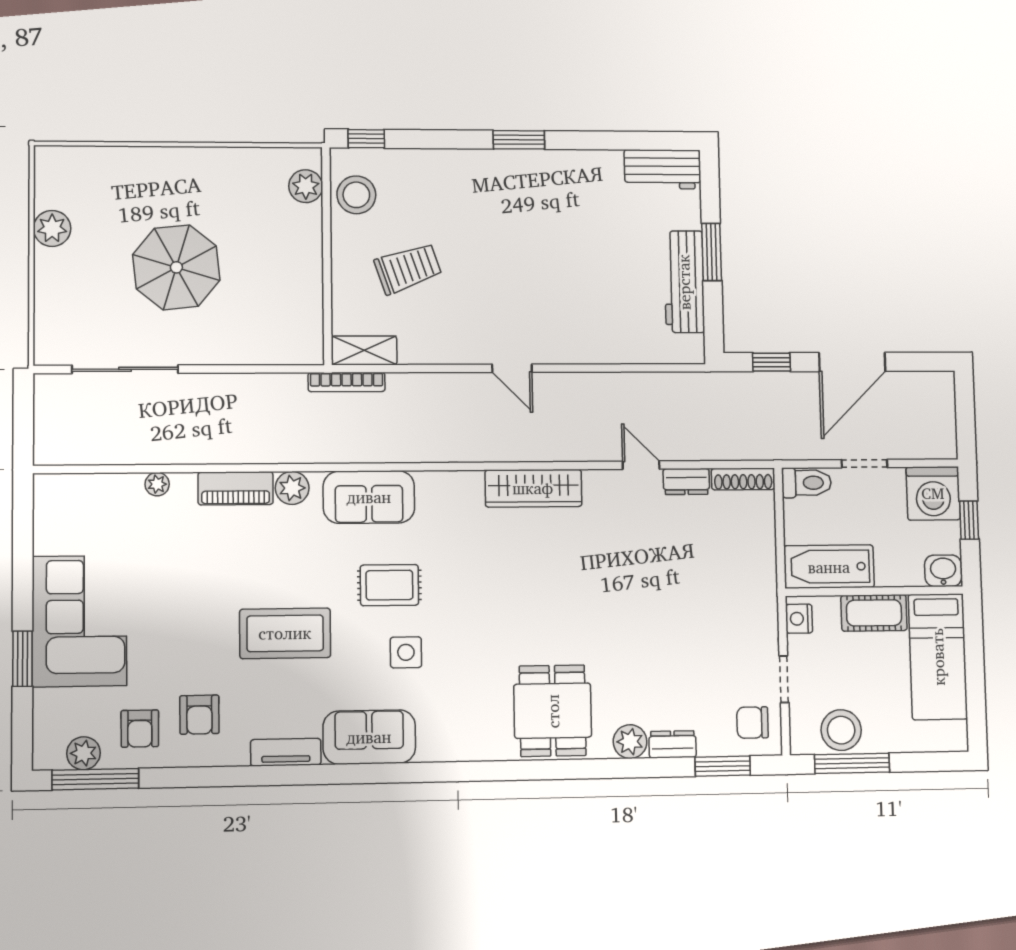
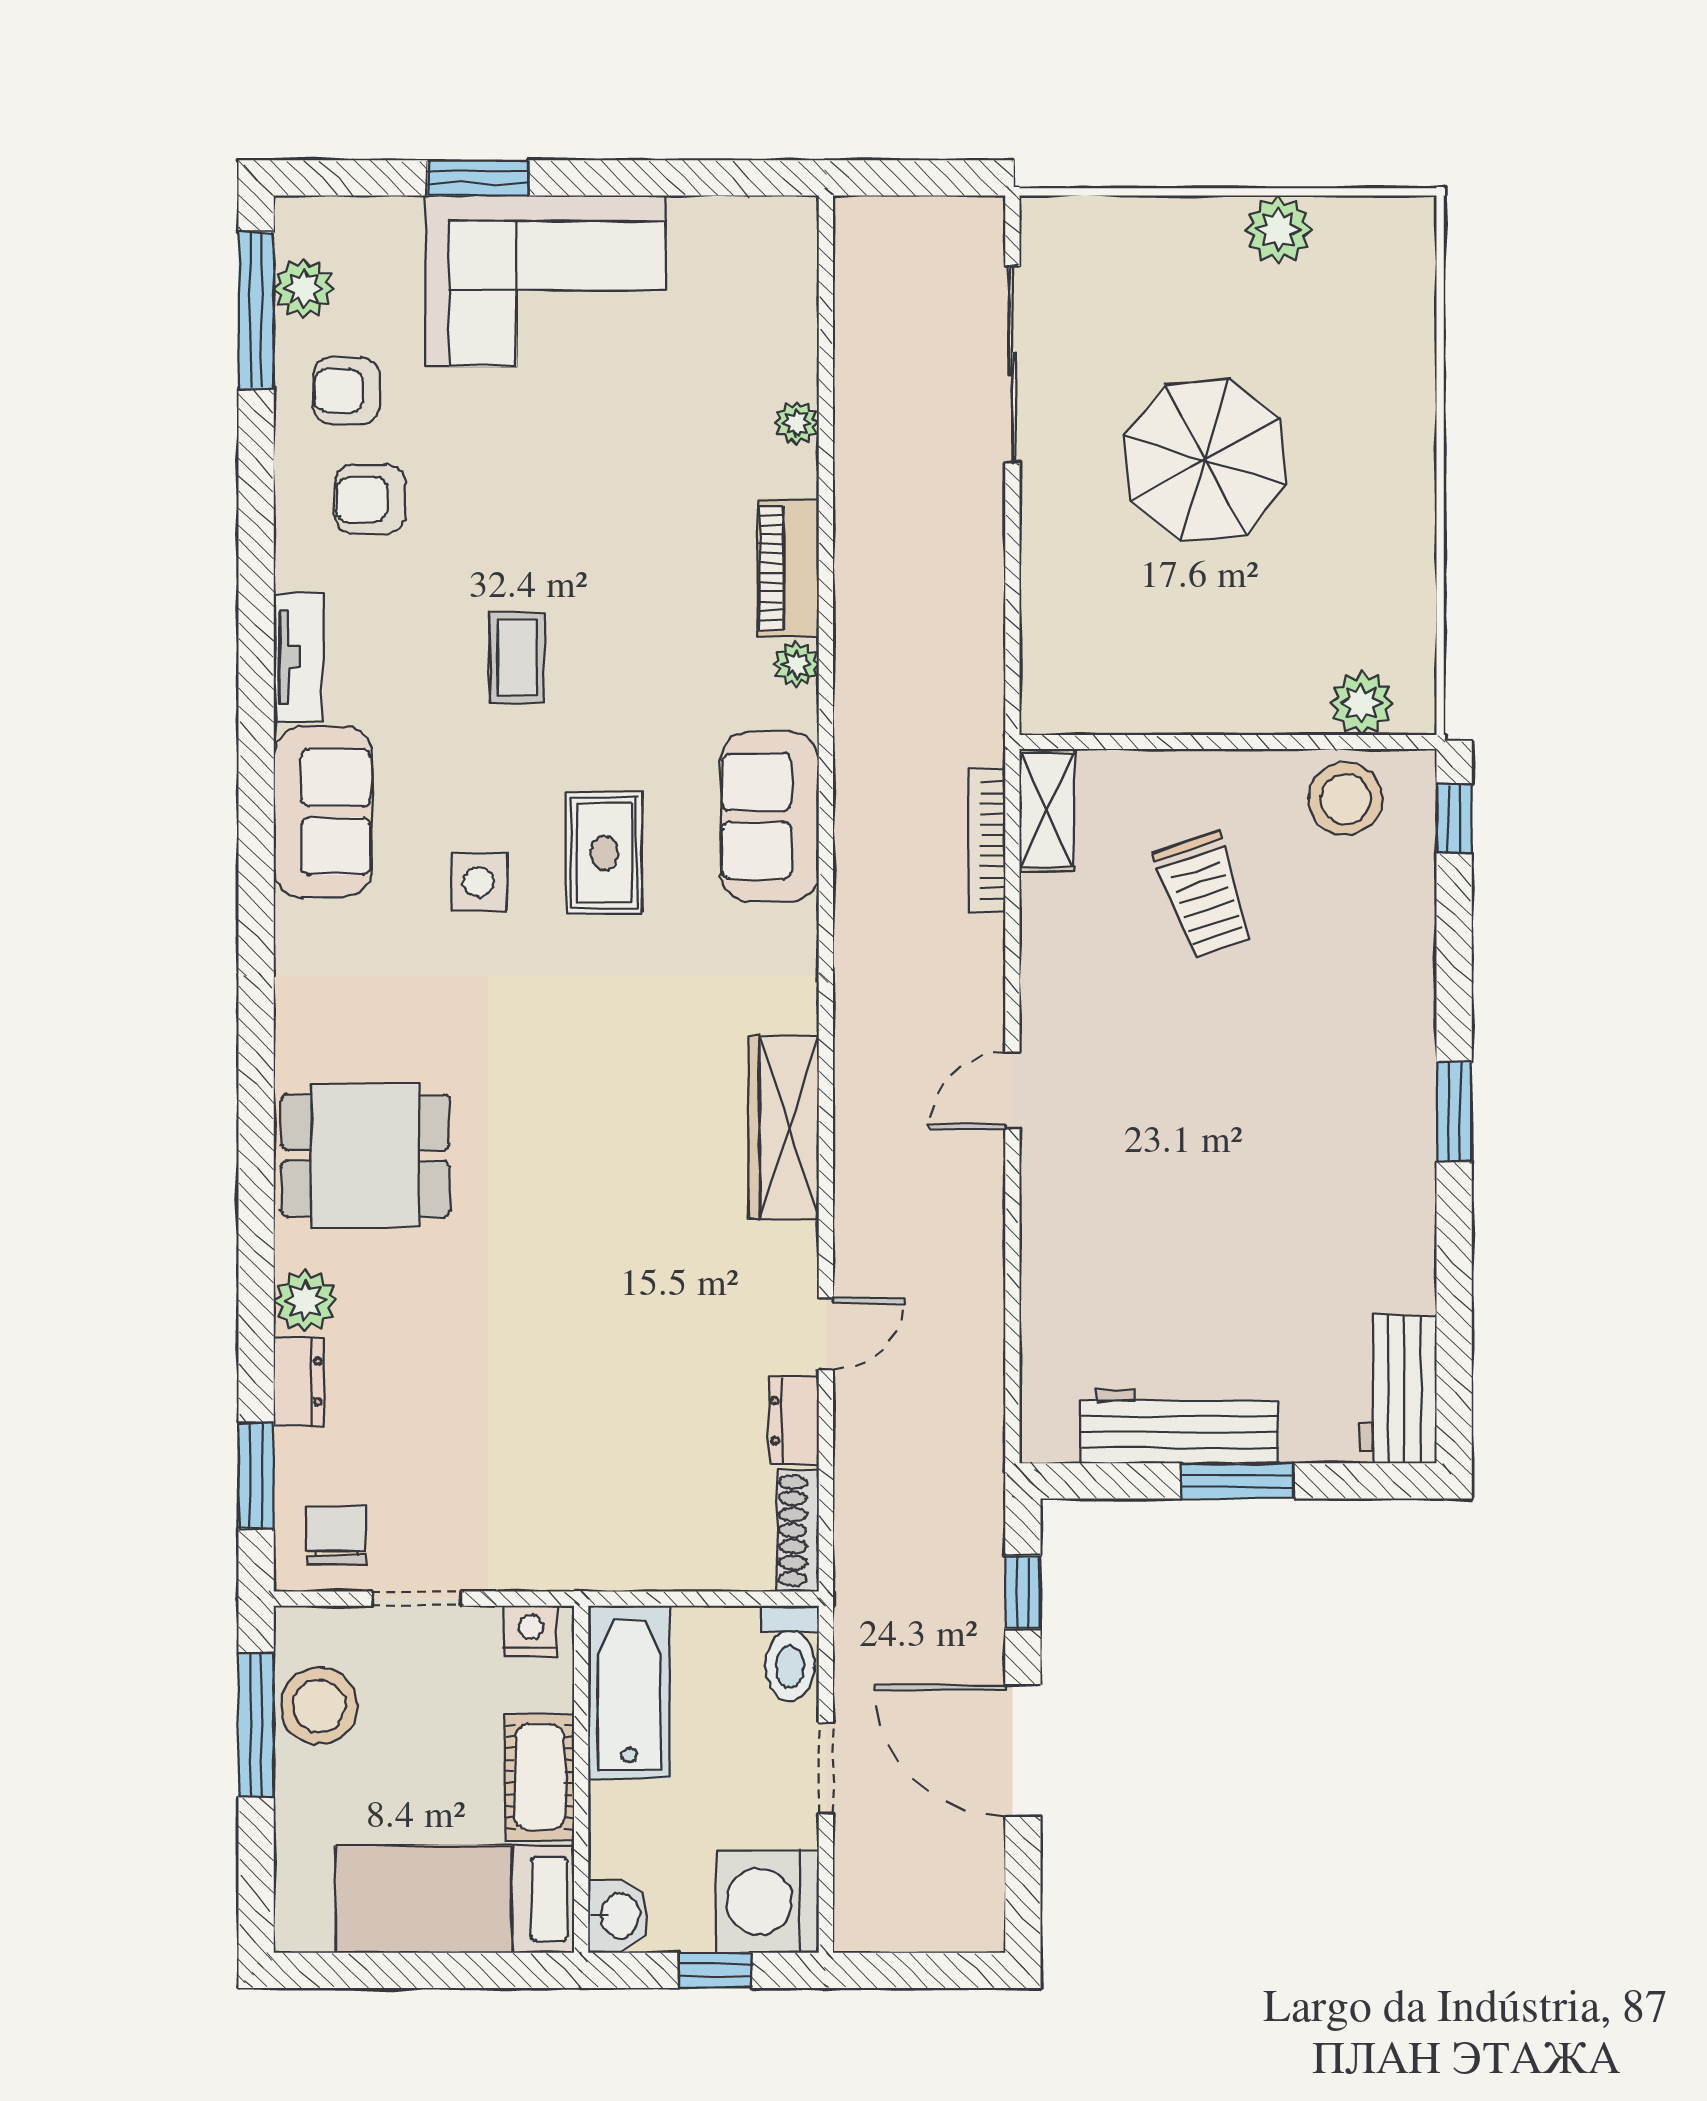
bookcase: (347, 382) -> (987, 840), moved
plant: (292, 488) -> (796, 664), width x0.73, depth x0.73
coffee table: (285, 633) -> (517, 658), width x0.54, depth x0.58

